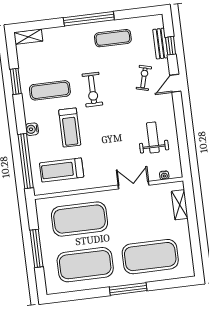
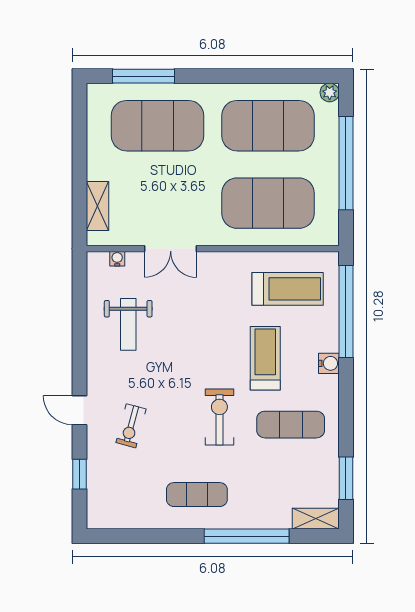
window: (89, 19) -> (247, 536), moved
exercise mat: (113, 38) -> (197, 495), moved
bench: (160, 44) -> (96, 480), removed
window: (16, 81) -> (346, 478), moved
door: (175, 83) -> (80, 410), swing flipped
window: (37, 248) -> (346, 163), width x1.46
plant: (51, 289) -> (330, 92), added
window: (128, 289) -> (144, 76), moved

